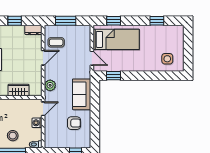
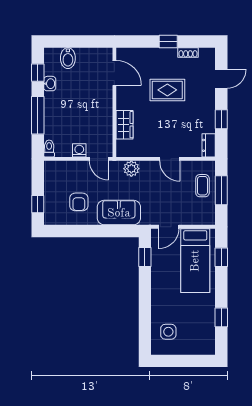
coffee table: (56, 42) -> (202, 186), moved
stool: (13, 136) -> (61, 117), removed

